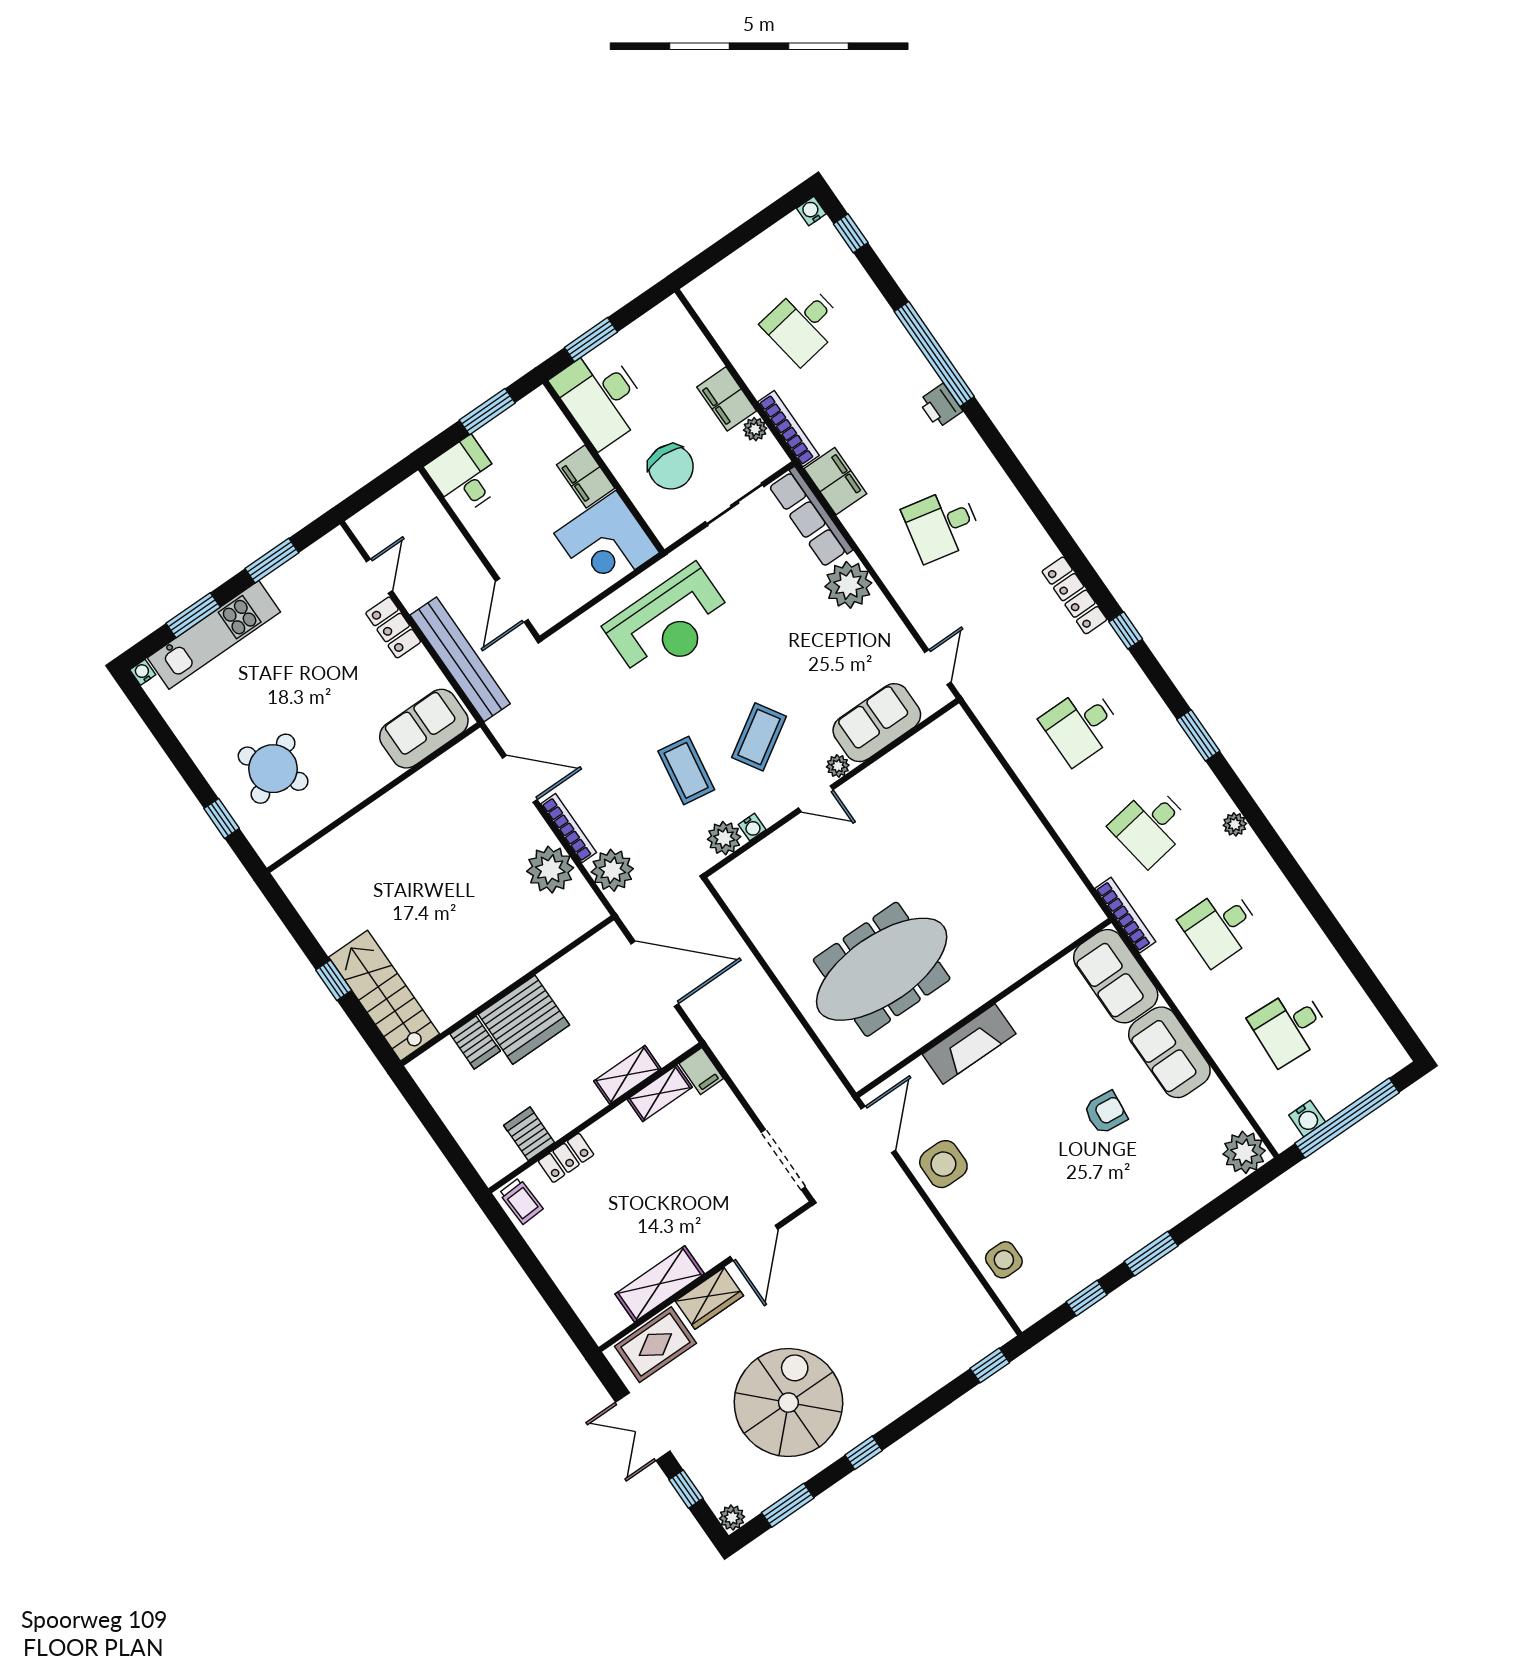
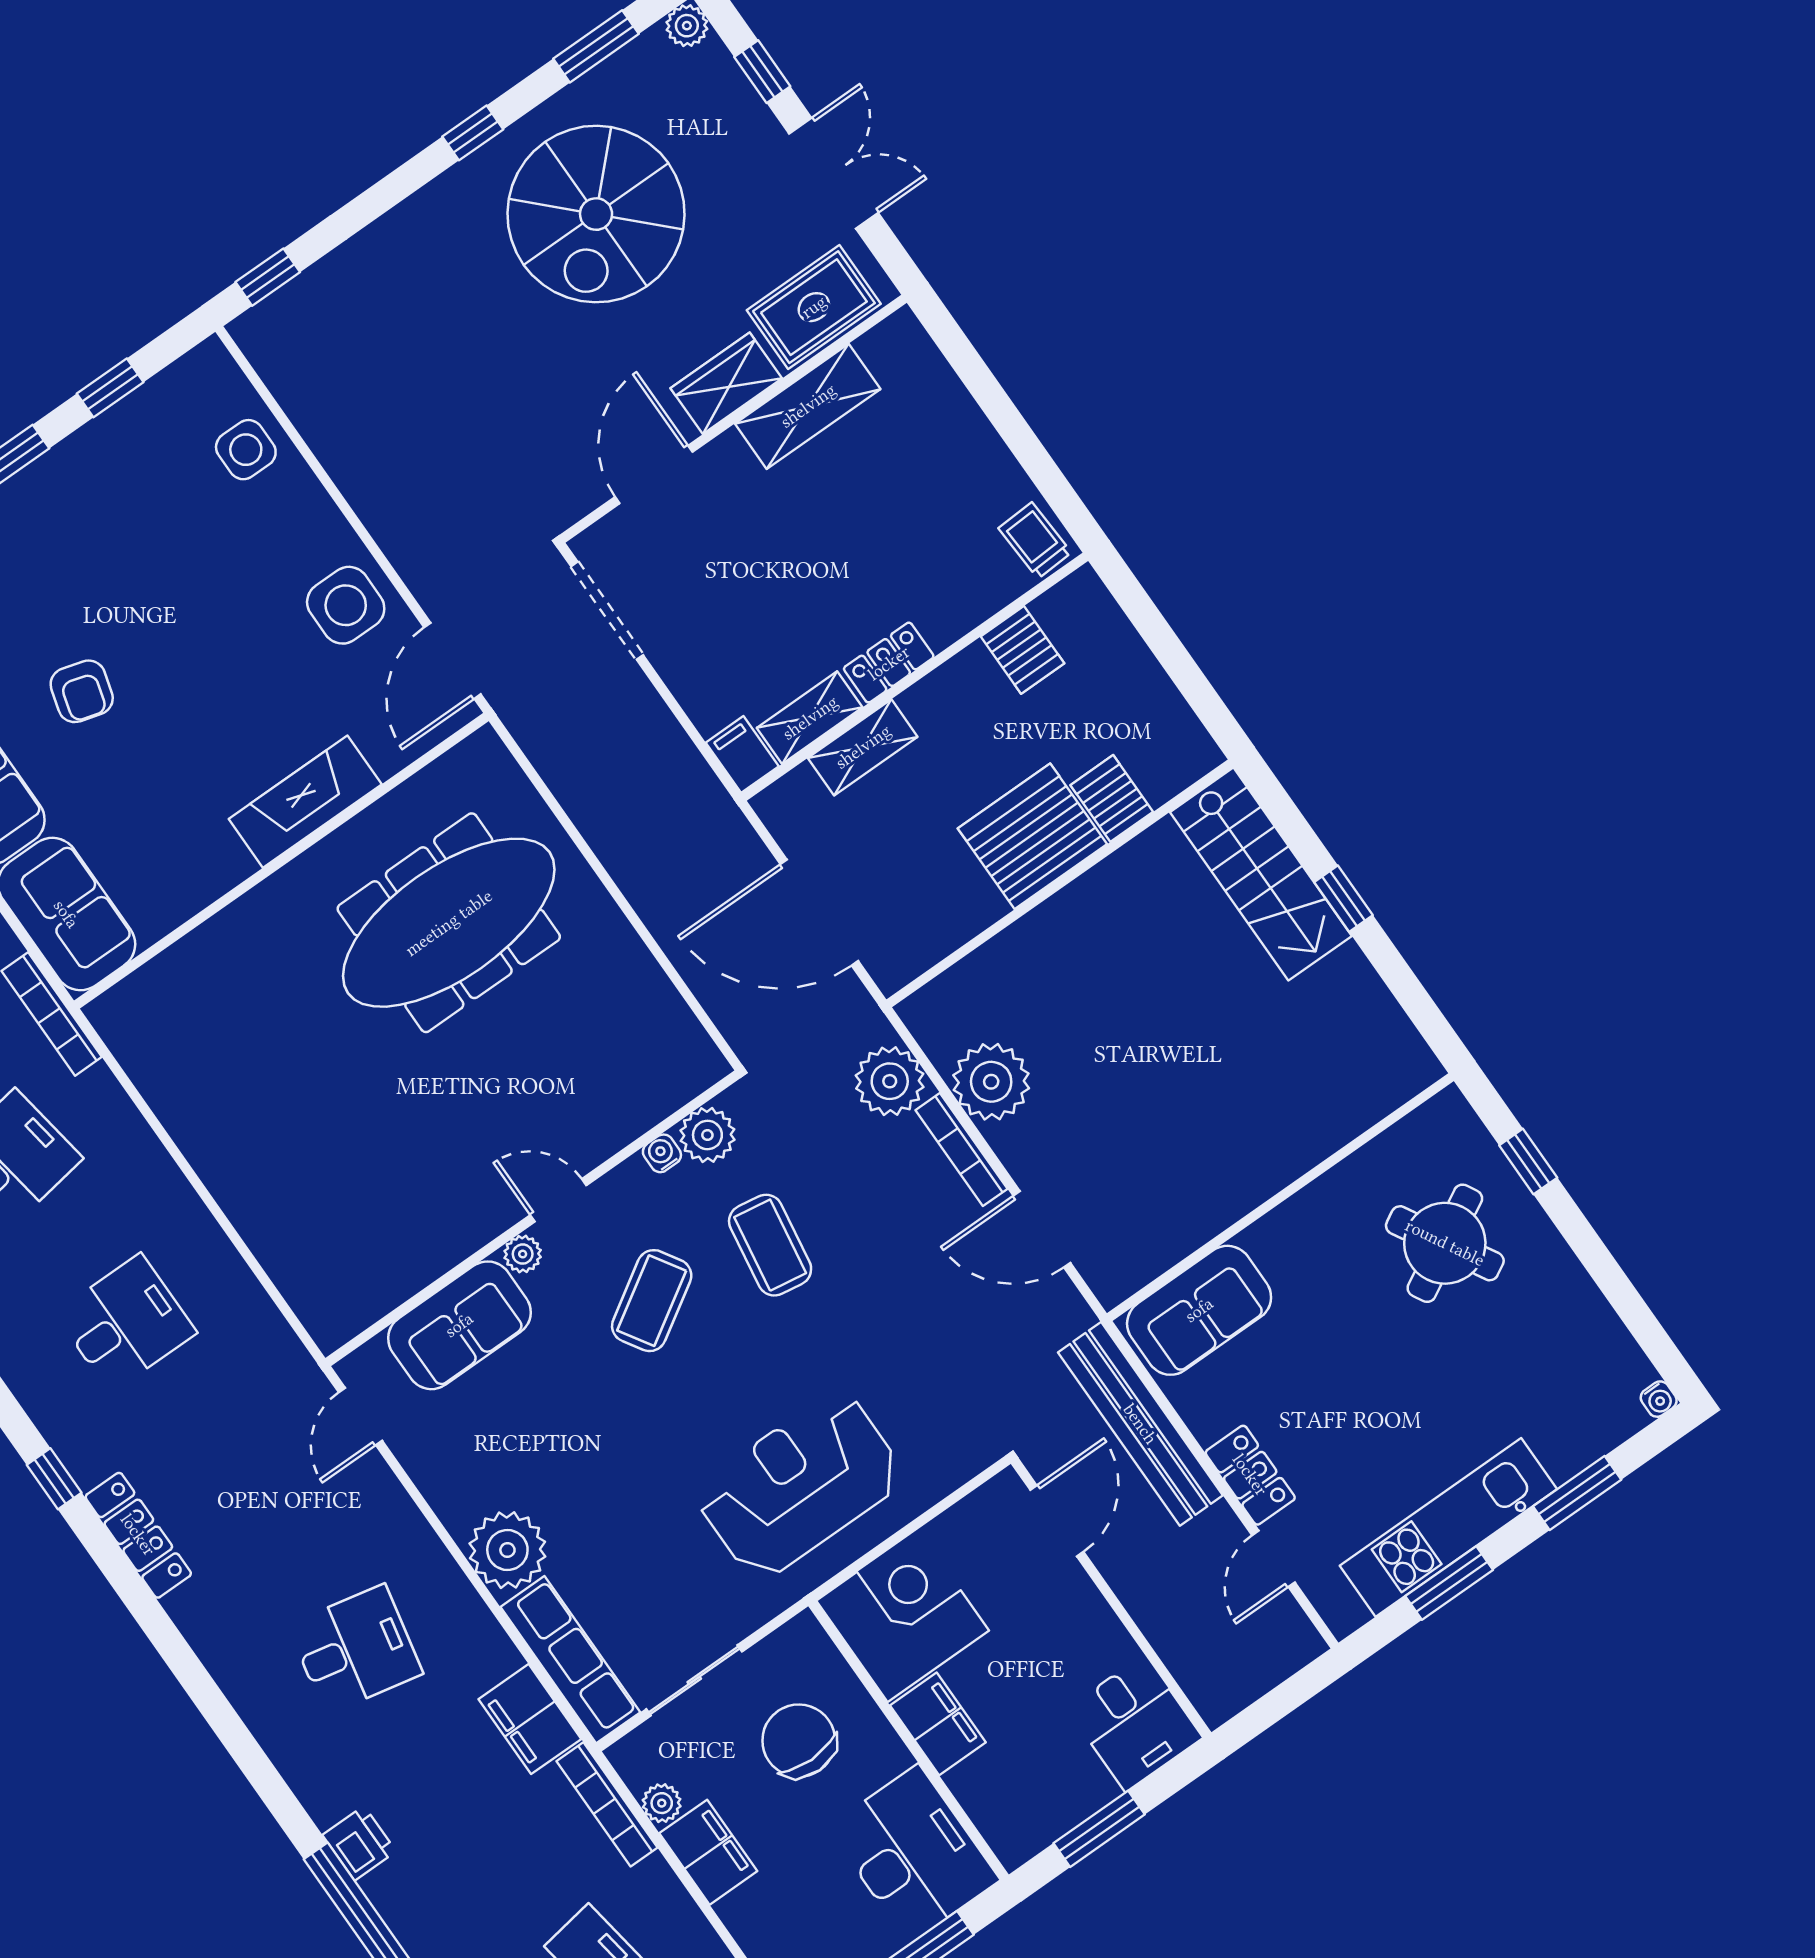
kitchen unit: (214, 635) -> (1448, 1527), moved
armchair: (1105, 1113) -> (82, 691), turned -80
locker: (566, 1158) -> (889, 663), moved

